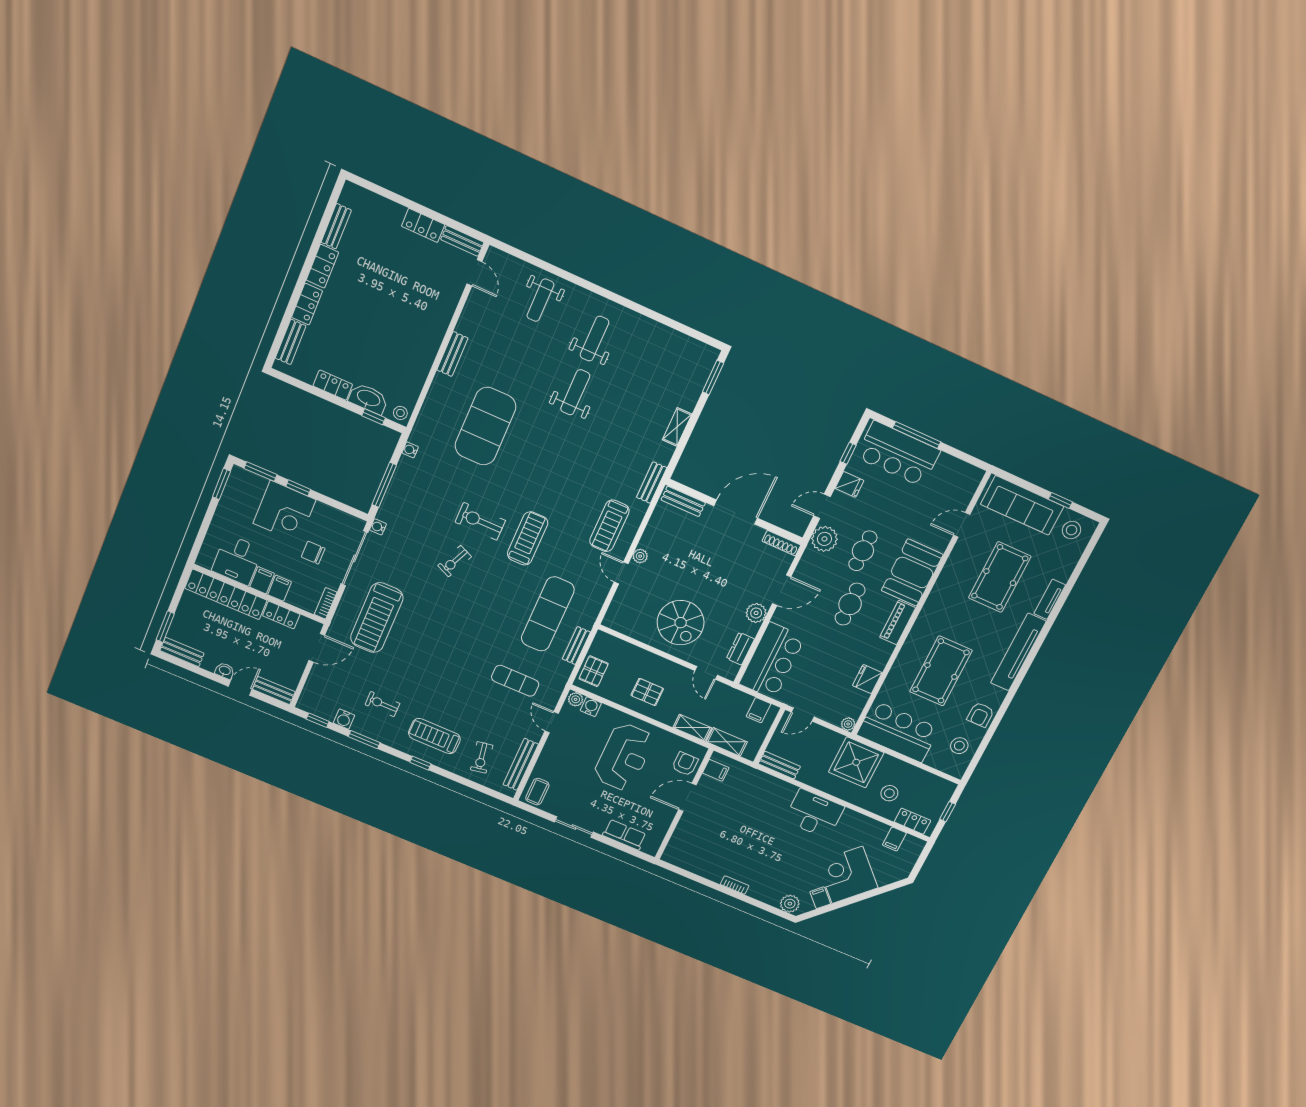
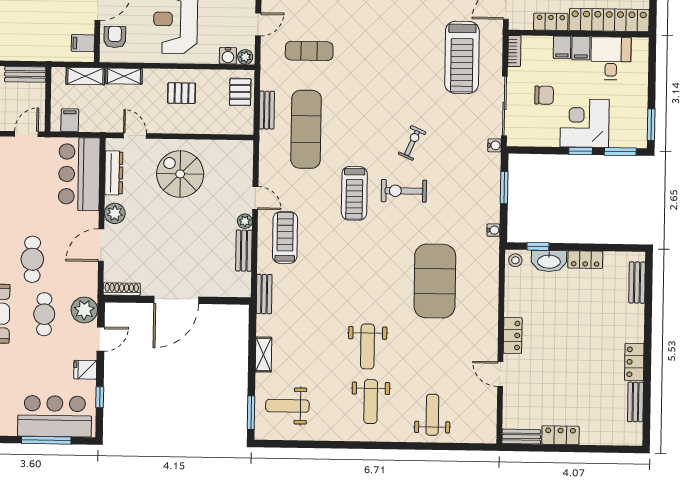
door: (474, 273) -> (500, 374), moved
locker: (307, 304) -> (513, 335), moved, turned 180
bench: (452, 354) -> (490, 334), removed
weight bench: (676, 369) -> (287, 406), added
window: (384, 485) -> (504, 187), width x0.69
bench: (683, 501) -> (244, 251), moved, turned 90
exercise bike: (480, 521) -> (404, 191), turned 180
treadmill: (377, 618) -> (462, 57), turned 180
dresser: (740, 649) -> (114, 173), width x1.44
door: (552, 722) -> (258, 24), hinge flipped
armchair: (685, 764) -> (115, 37), turned 180

